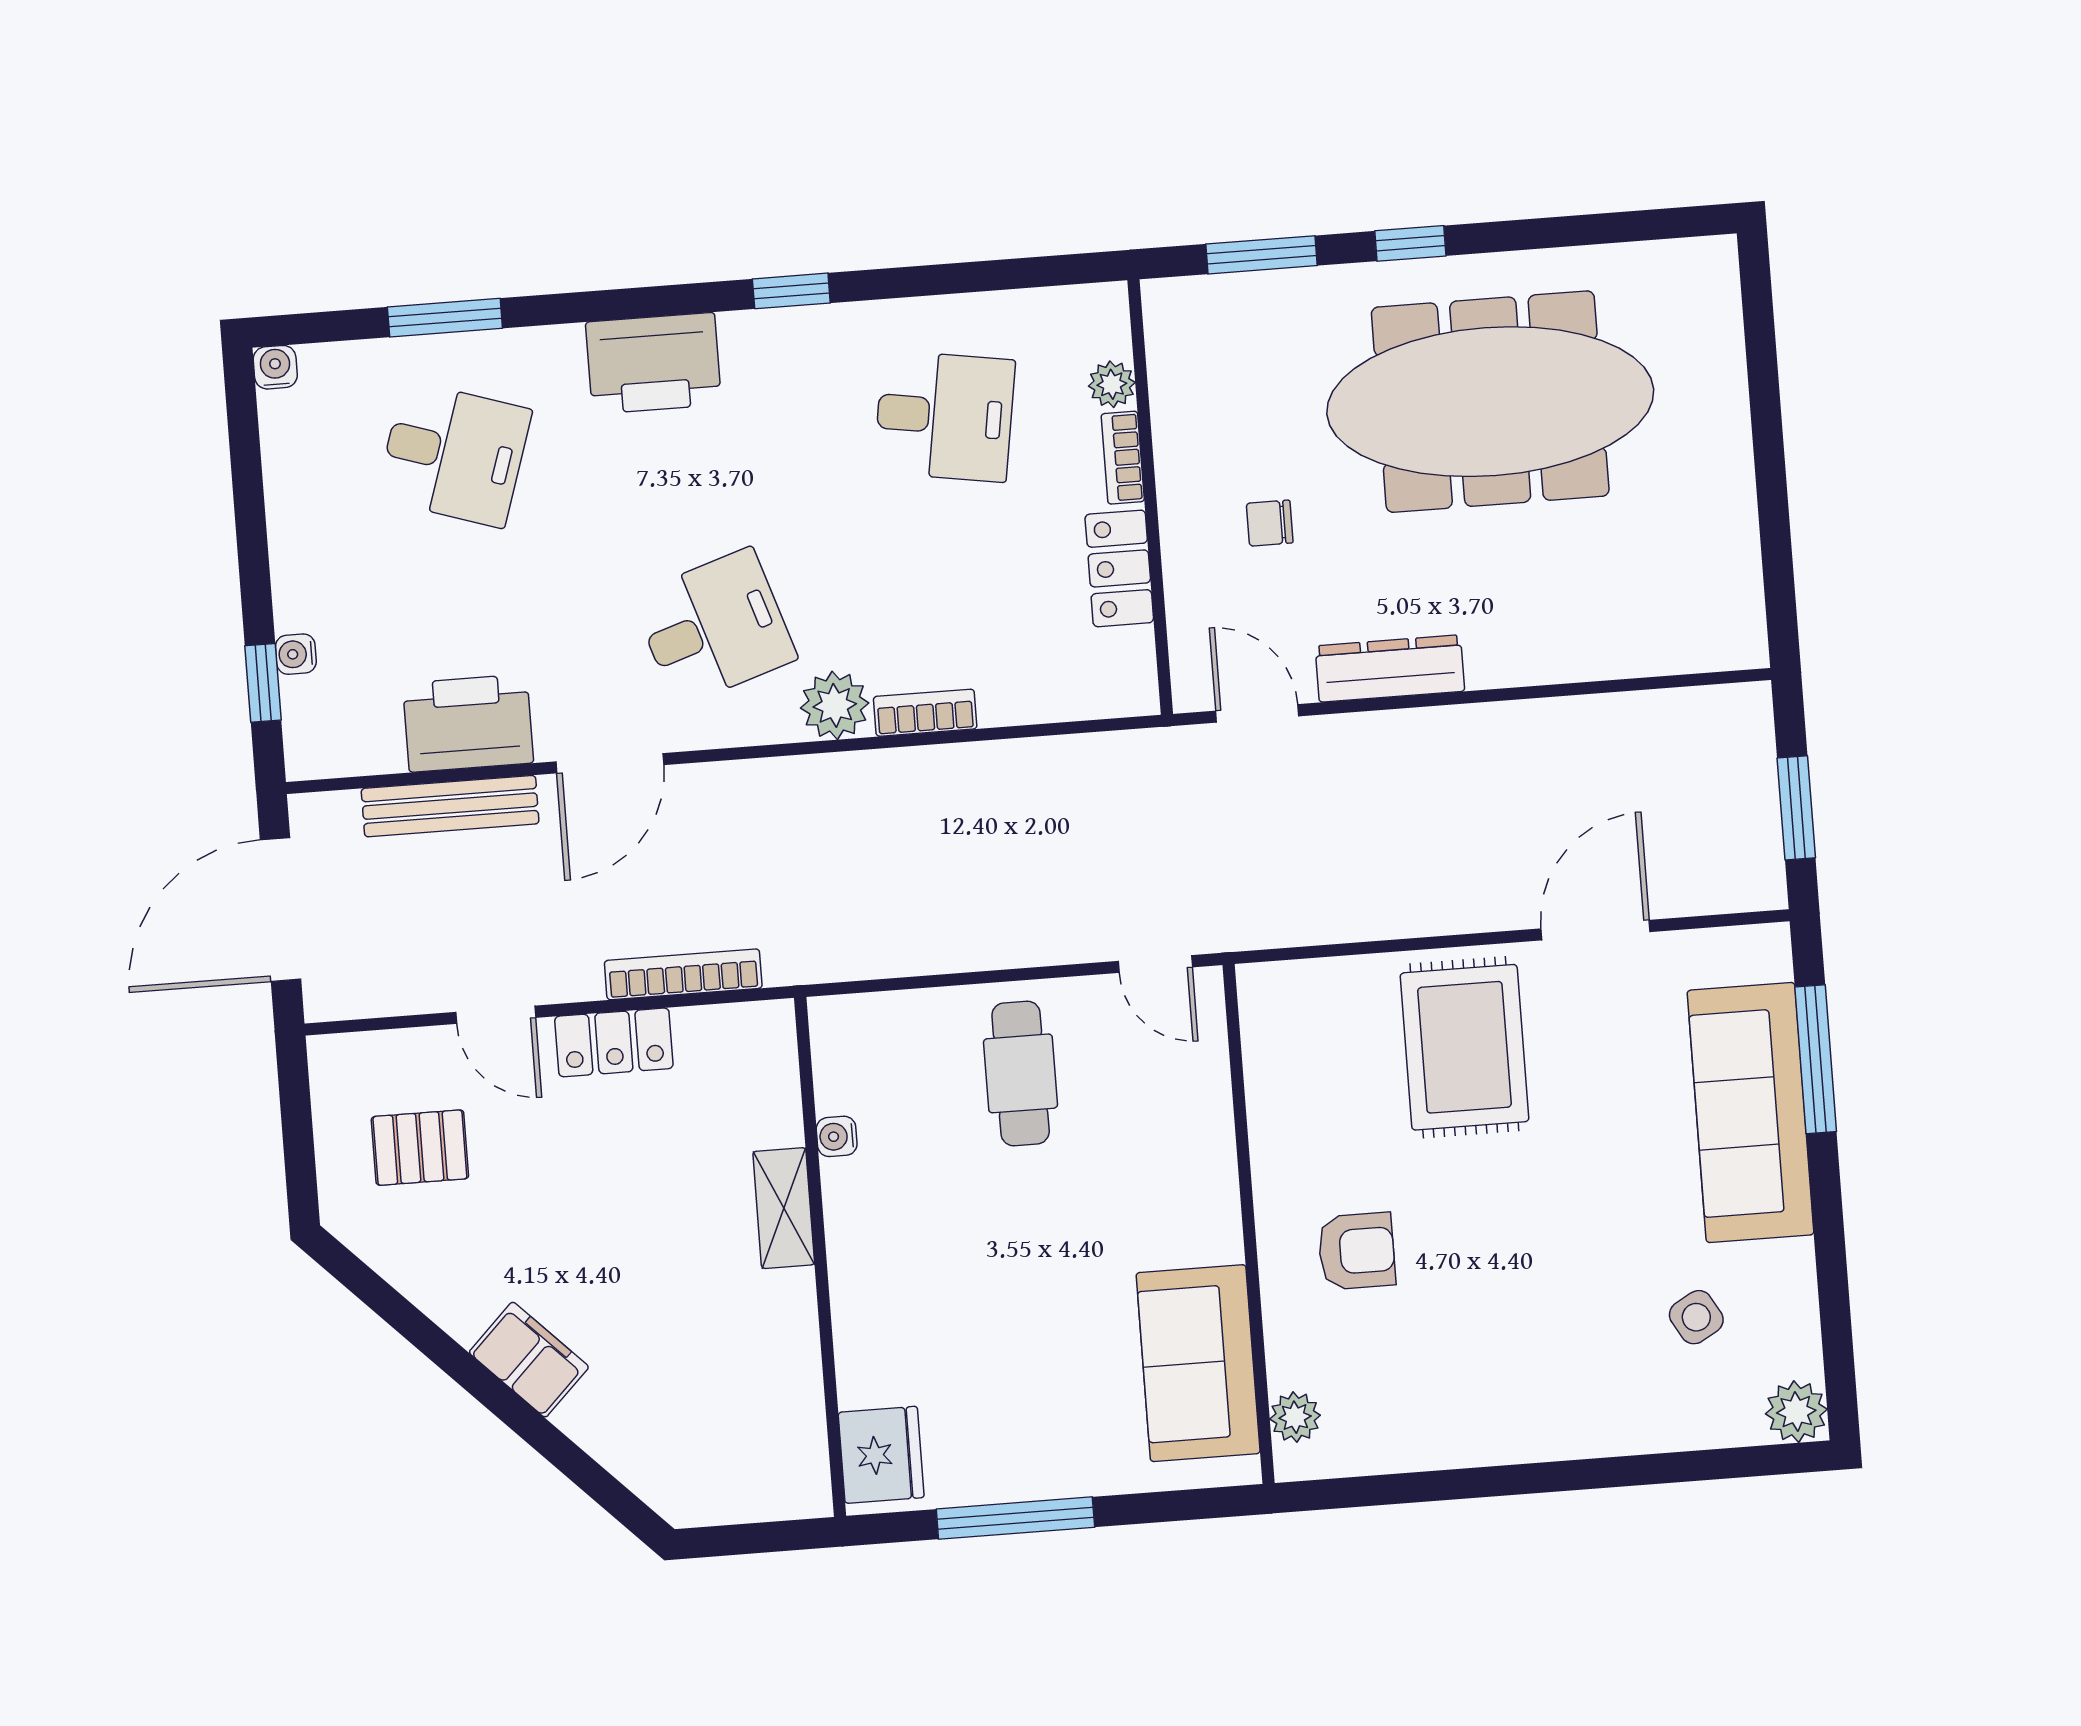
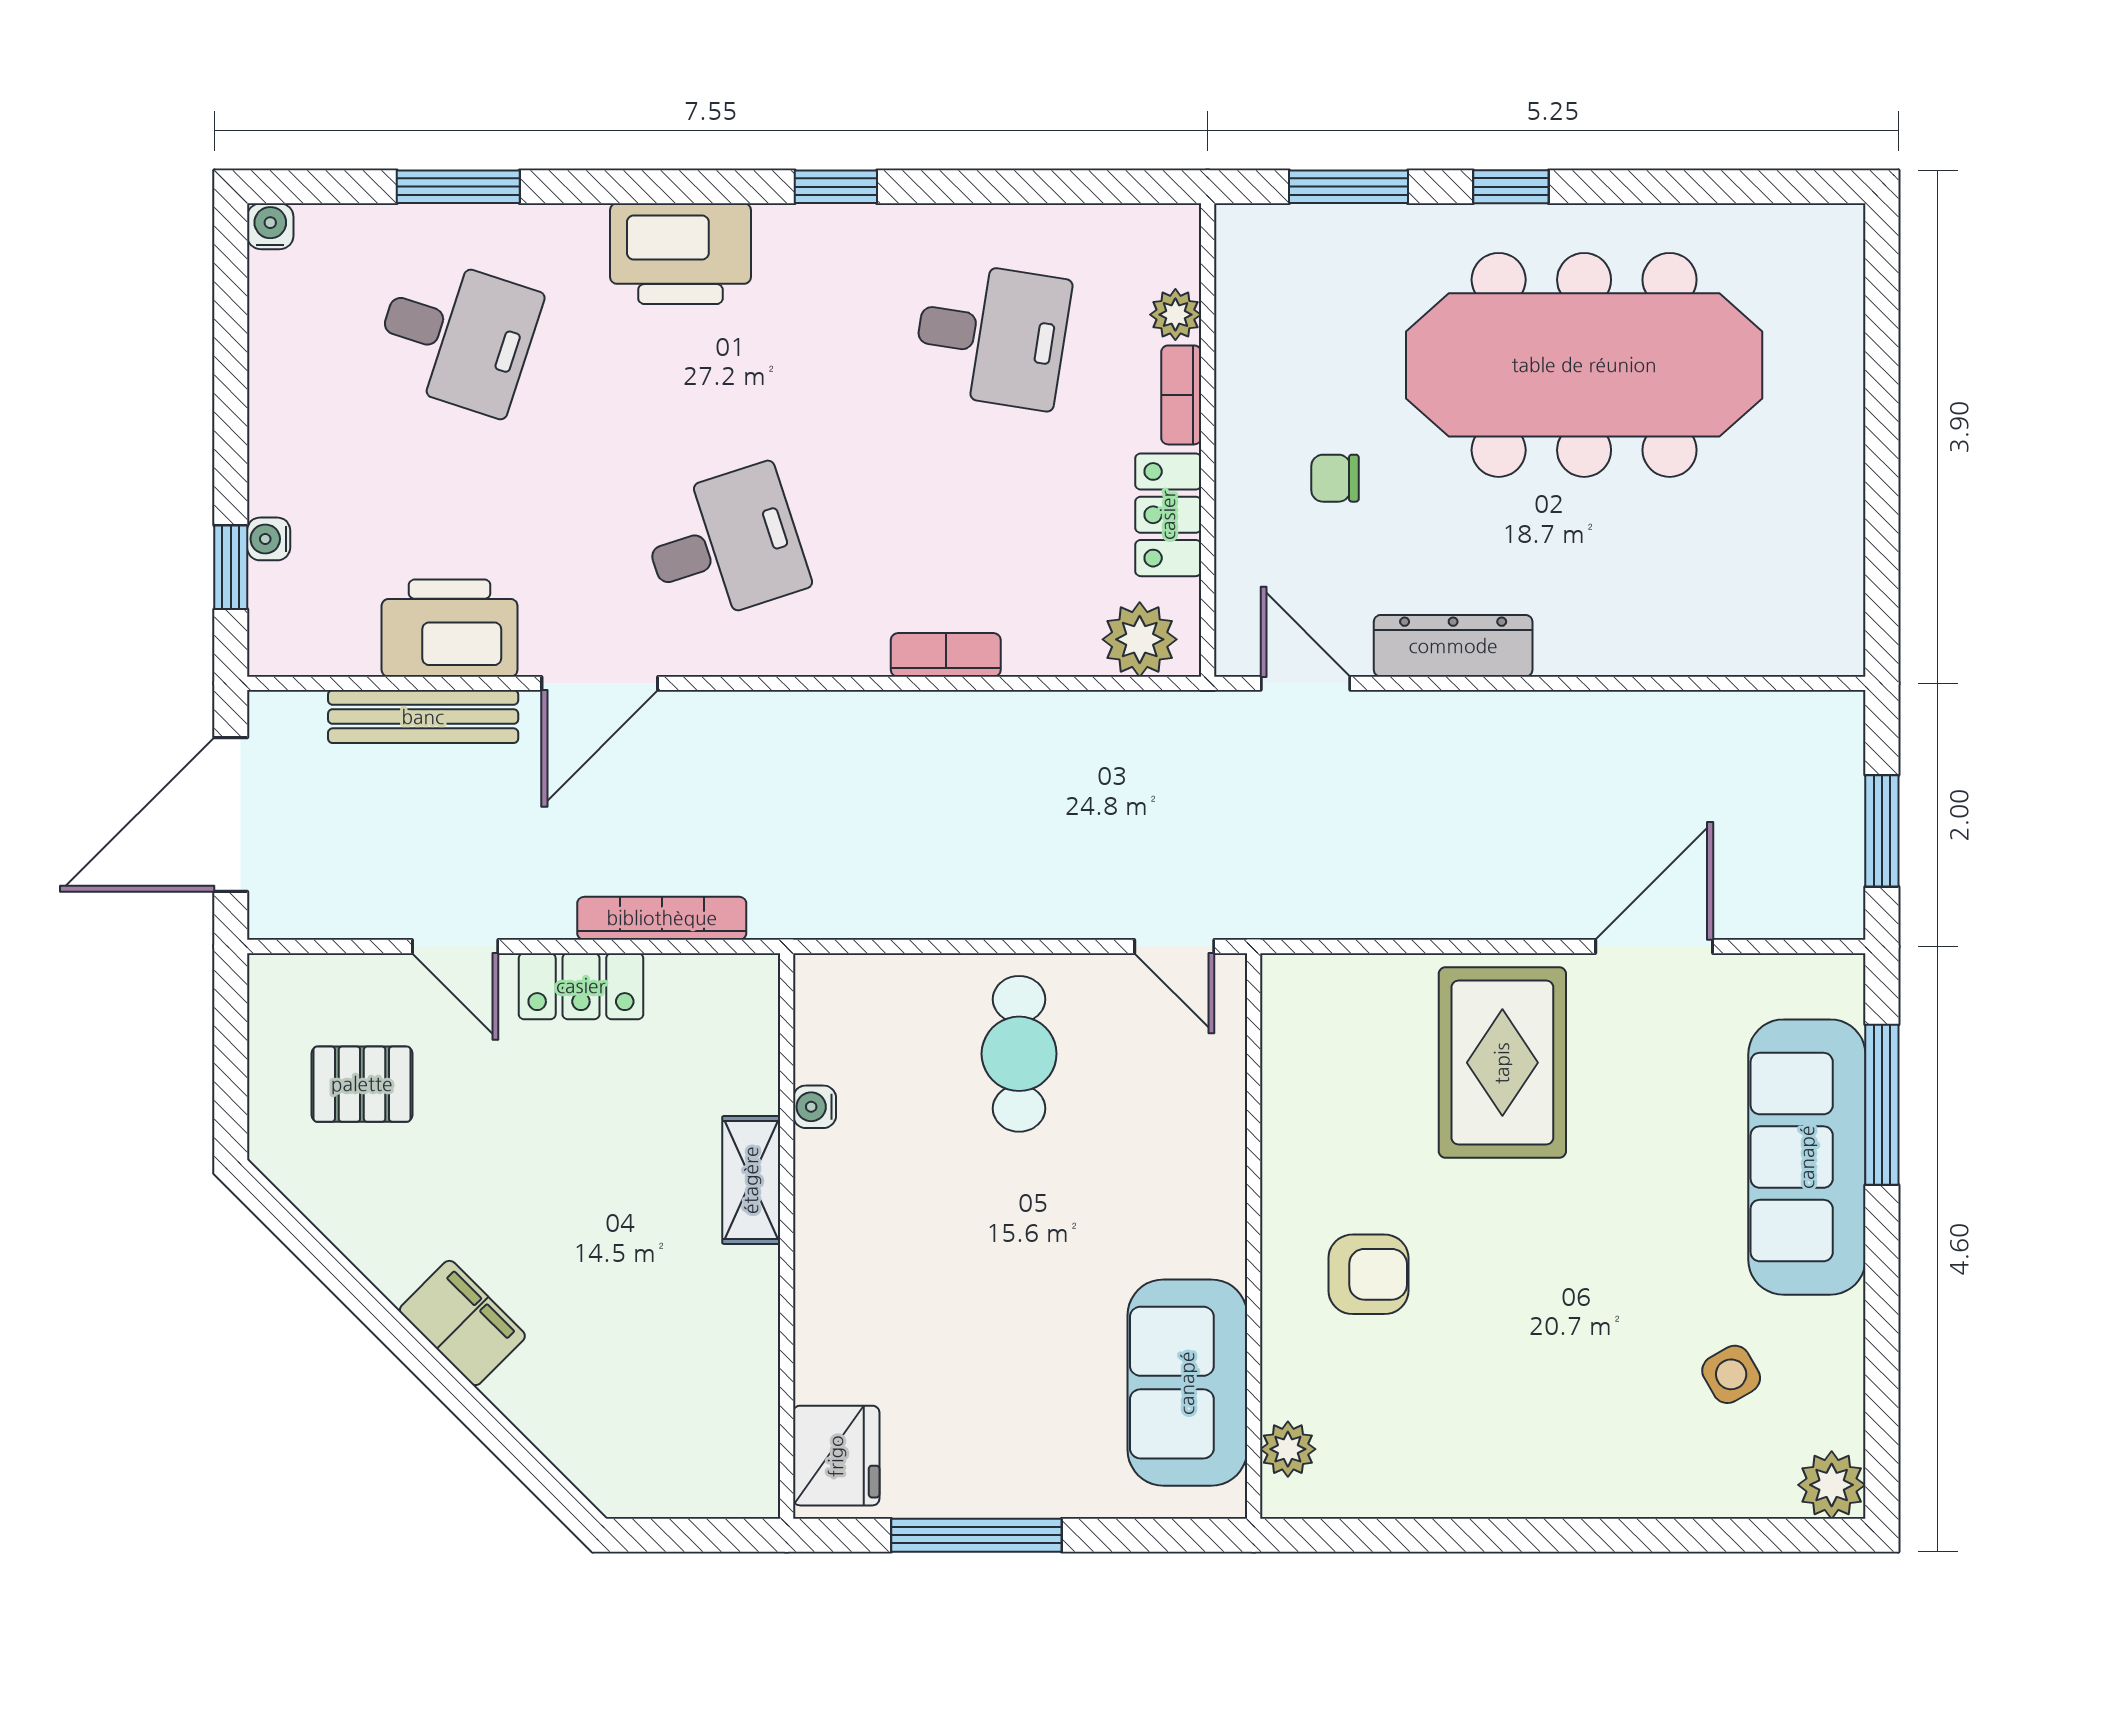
plant: (835, 705) -> (1140, 639), moved

